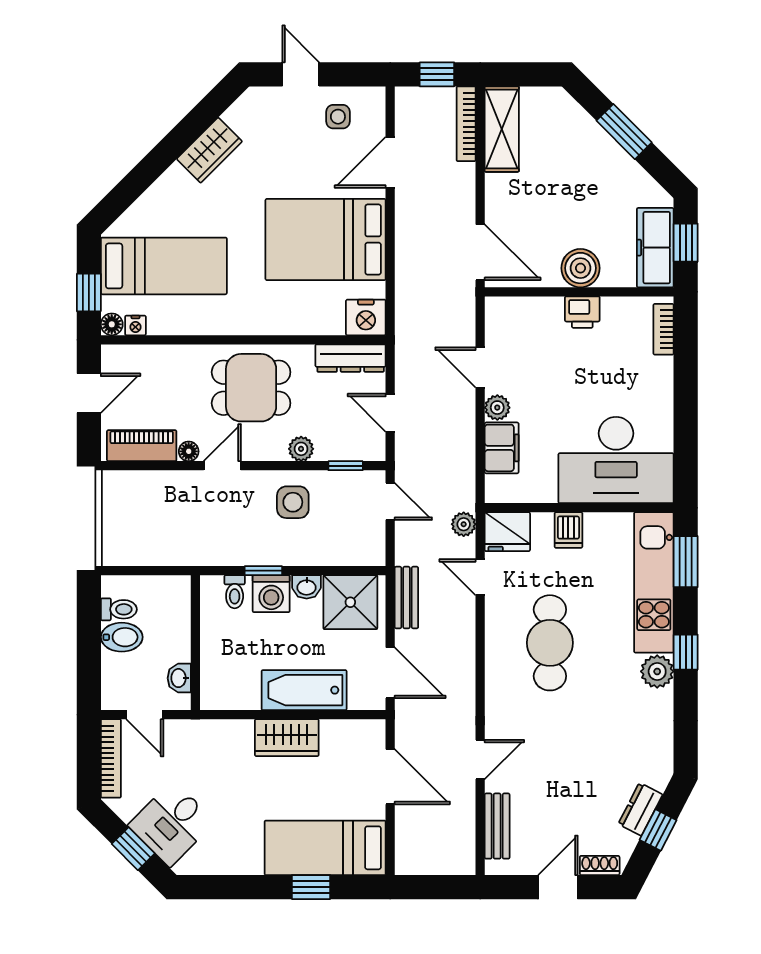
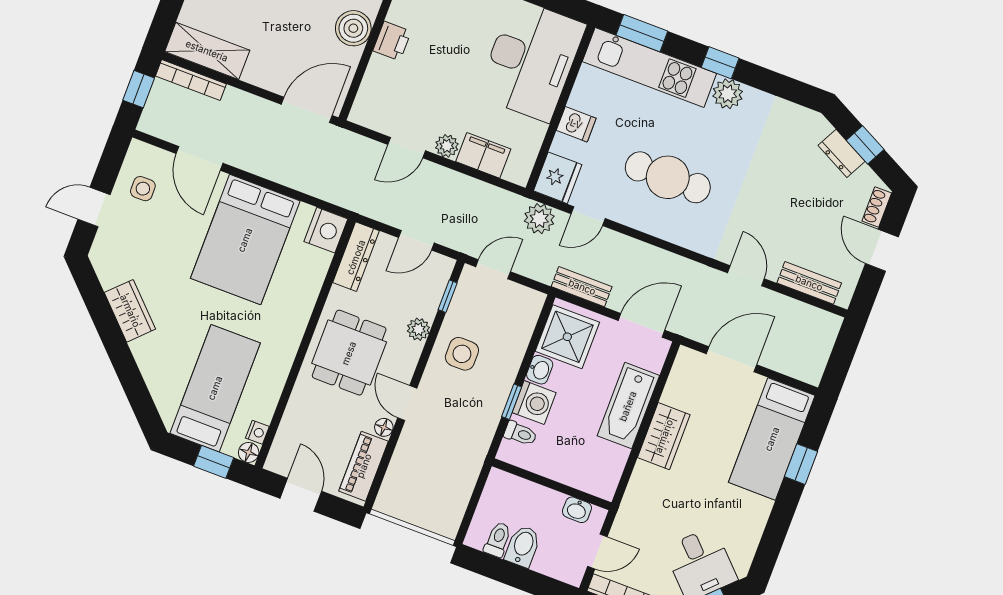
plant: (464, 524) -> (539, 219), width x1.38, depth x1.38

